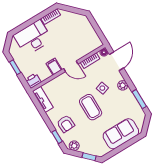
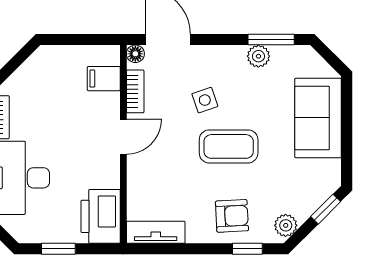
filing cabinet: (54, 67) -> (104, 79), moved
printer: (33, 81) -> (101, 216), width x1.87, depth x1.48
plant: (123, 85) -> (258, 56), moved

